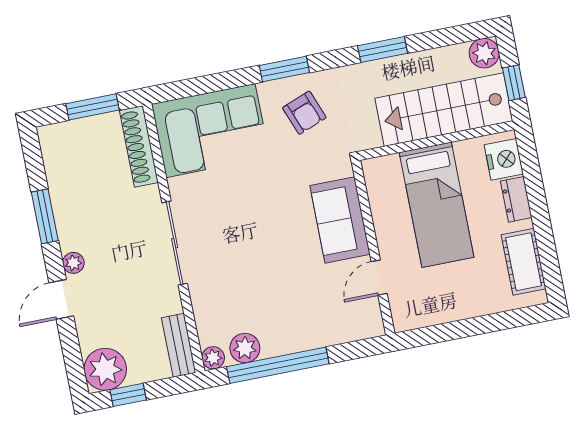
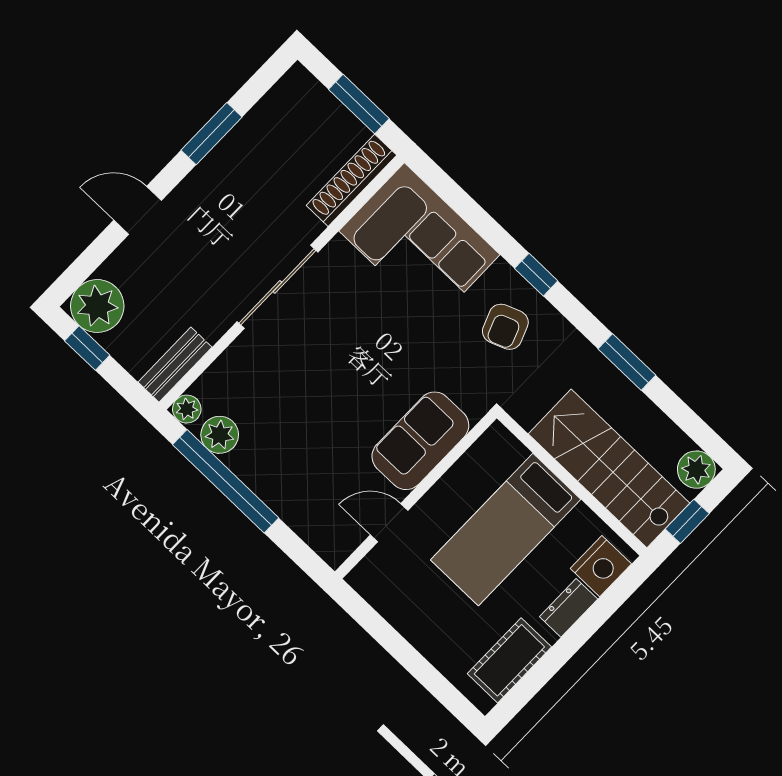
window: (284, 69) -> (536, 275), width x0.67
plant: (73, 263) -> (184, 197), removed

